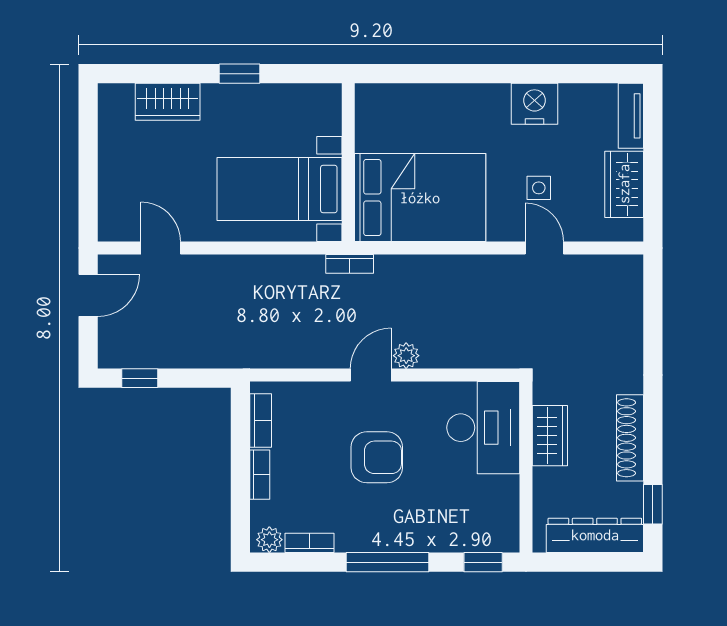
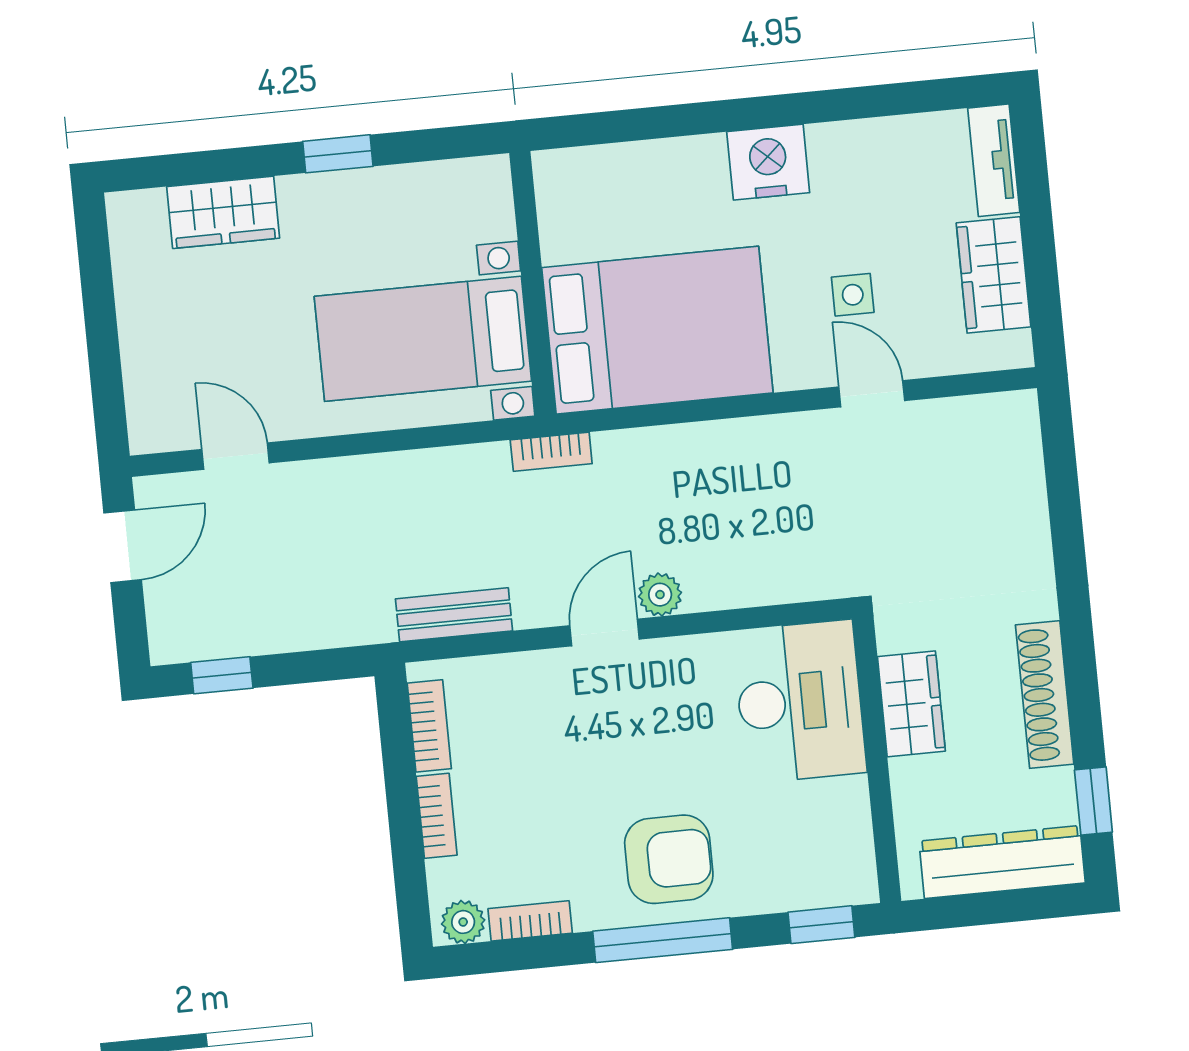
nightstand: (534, 104) -> (768, 162), moved
bench: (282, 356) -> (454, 615), added
armchair: (377, 457) -> (669, 859), moved

